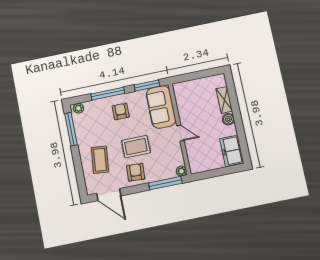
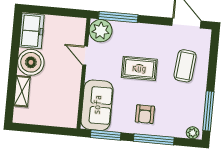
boiler: (228, 119) -> (31, 62), width x1.86, depth x1.86
door: (180, 133) -> (85, 56), moved
plant: (181, 171) -> (101, 31), width x1.88, depth x1.88
armchair: (136, 172) -> (148, 39), removed

